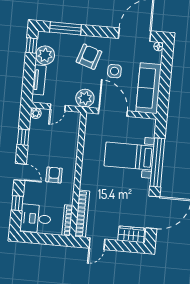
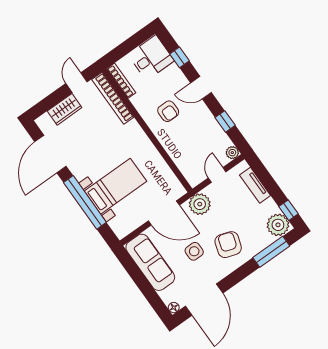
plant: (45, 55) -> (278, 225), moved
armchair: (89, 57) -> (228, 245), turned 180
wardrobe: (131, 234) -> (65, 109), moved

